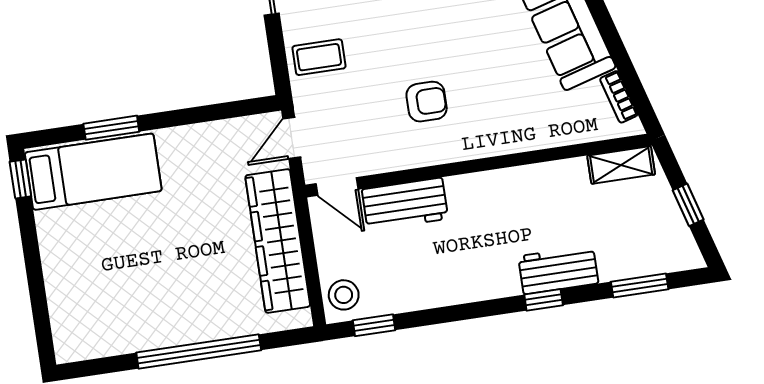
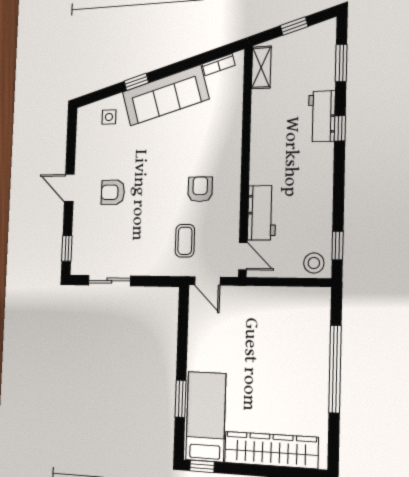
coffee table: (319, 57) -> (185, 241), moved
door: (337, 186) -> (243, 256), hinge flipped
wardrobe: (278, 241) -> (271, 450), moved, turned 180

